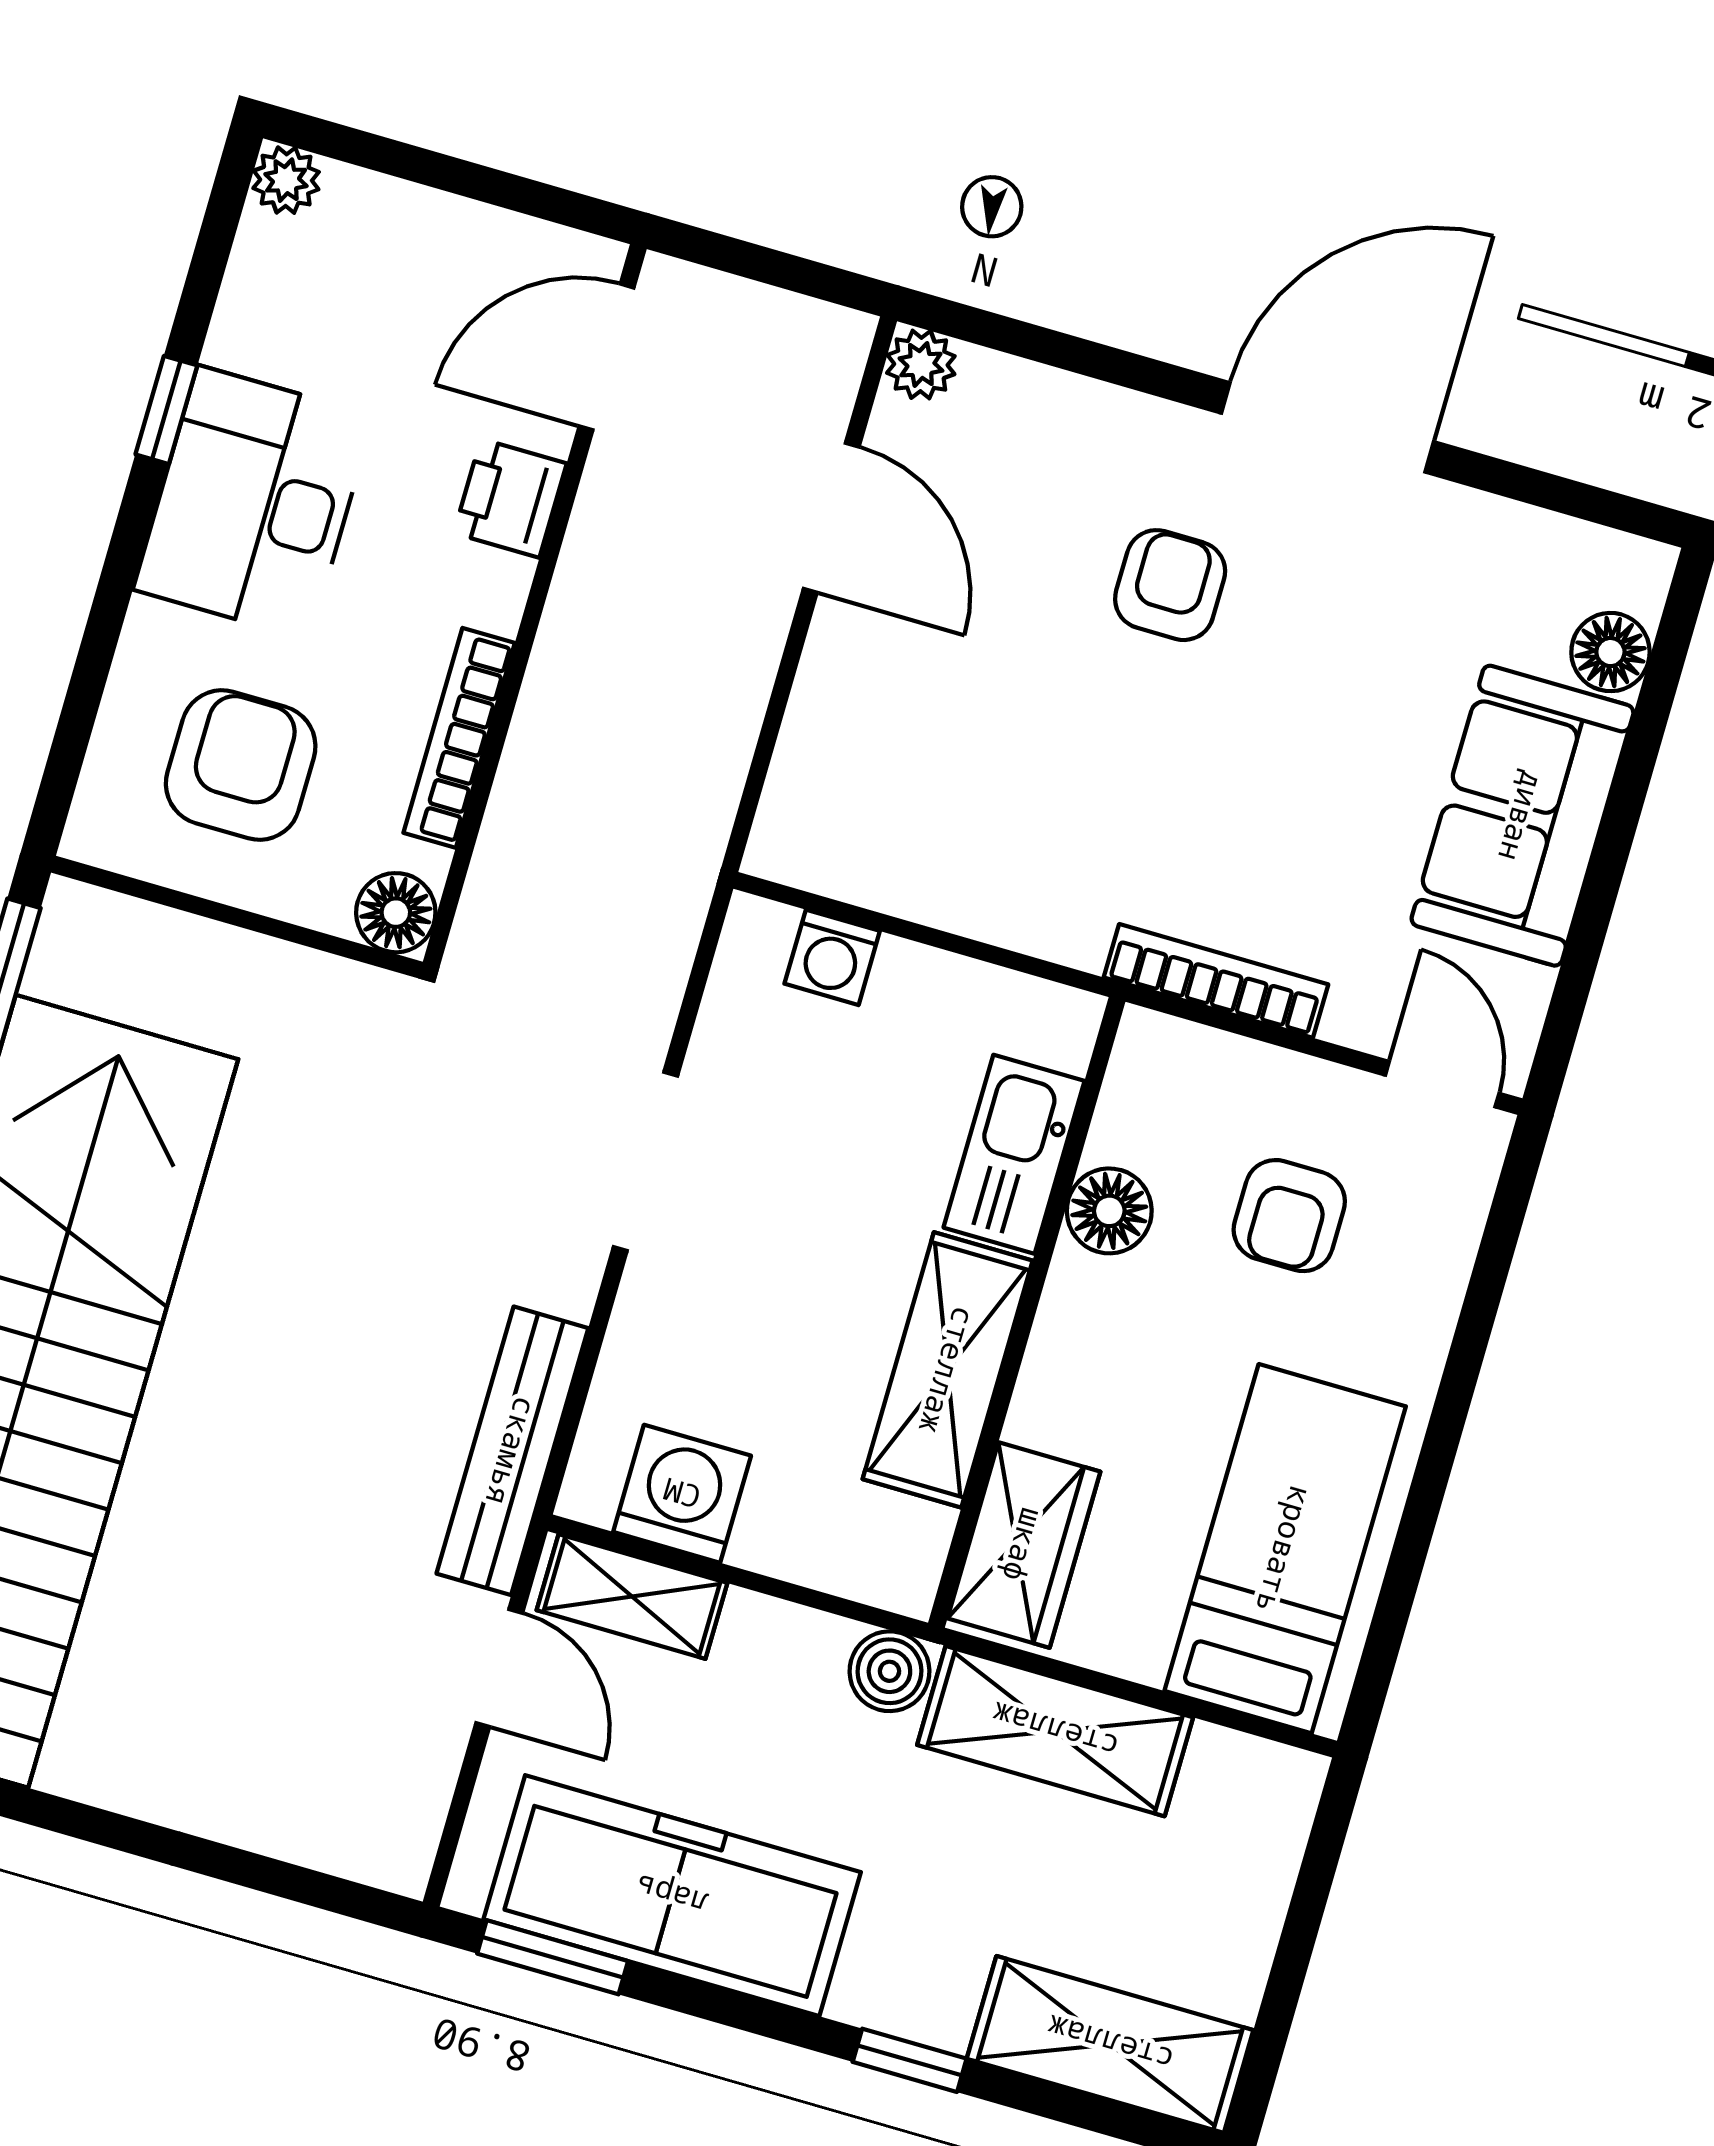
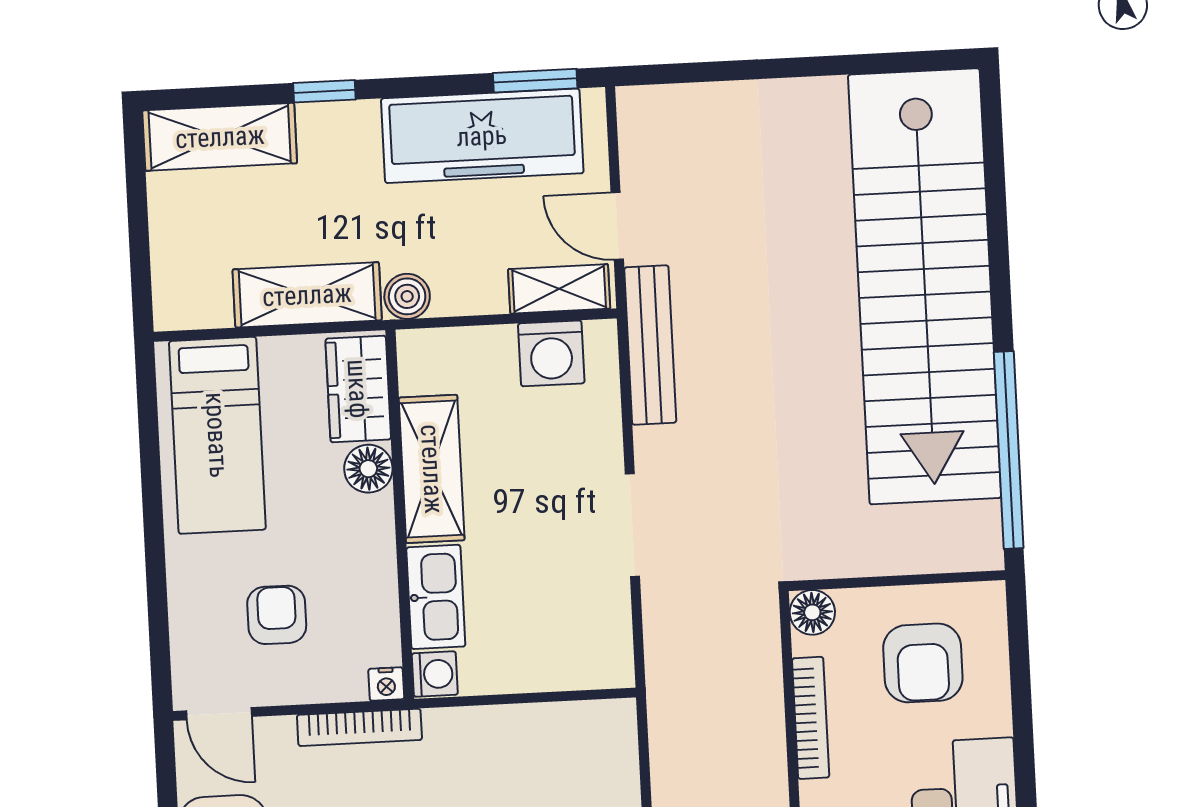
washing machine: (832, 957) -> (435, 674), moved, turned 90
nightstand: (1147, 1038) -> (386, 684), added
floor lamp: (1109, 1211) -> (368, 469), moved

